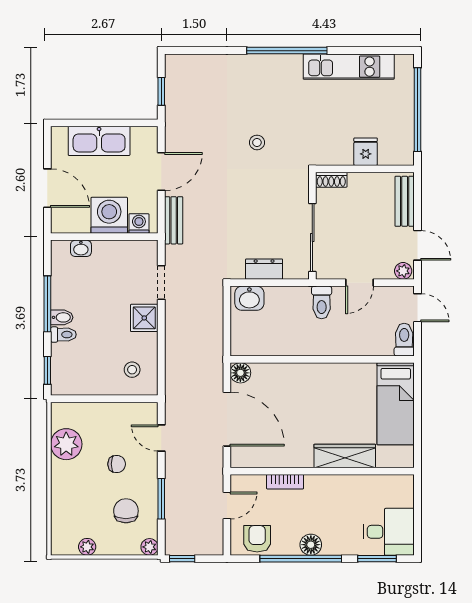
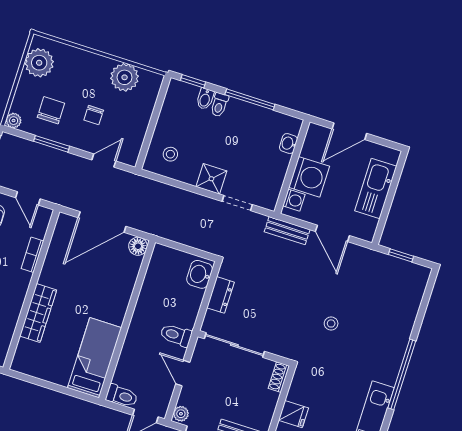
bidet: (62, 317) -> (205, 99), moved
bed: (396, 404) -> (95, 358), moved, turned 90
chair: (126, 511) -> (51, 110), turned -90
plant: (87, 547) -> (39, 63), width x1.87, depth x1.87

